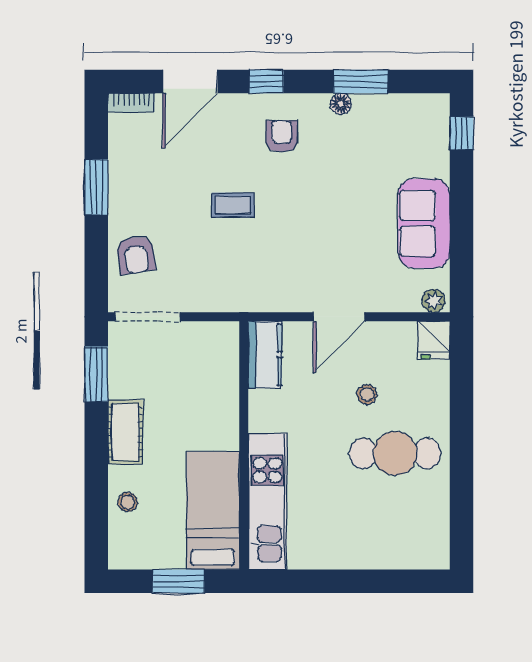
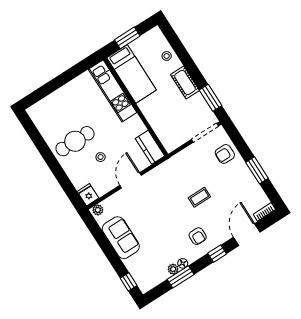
plant: (365, 105) -> (173, 269), added
armchair: (136, 255) -> (225, 154), turned -81

